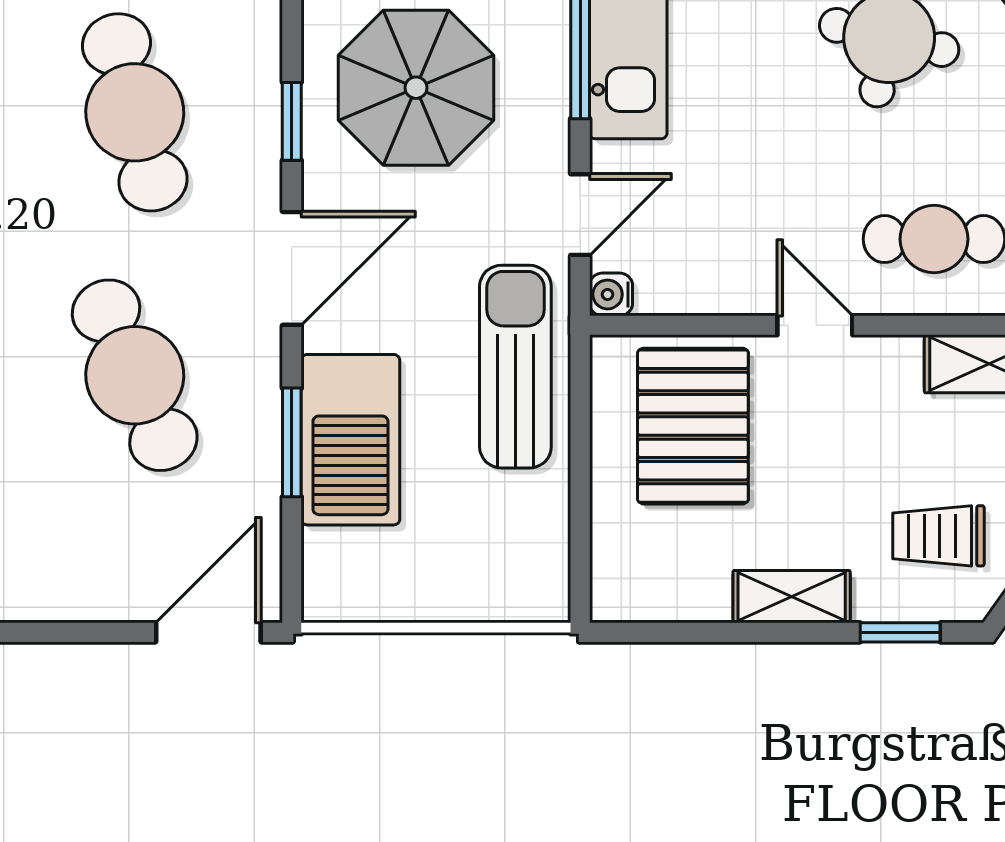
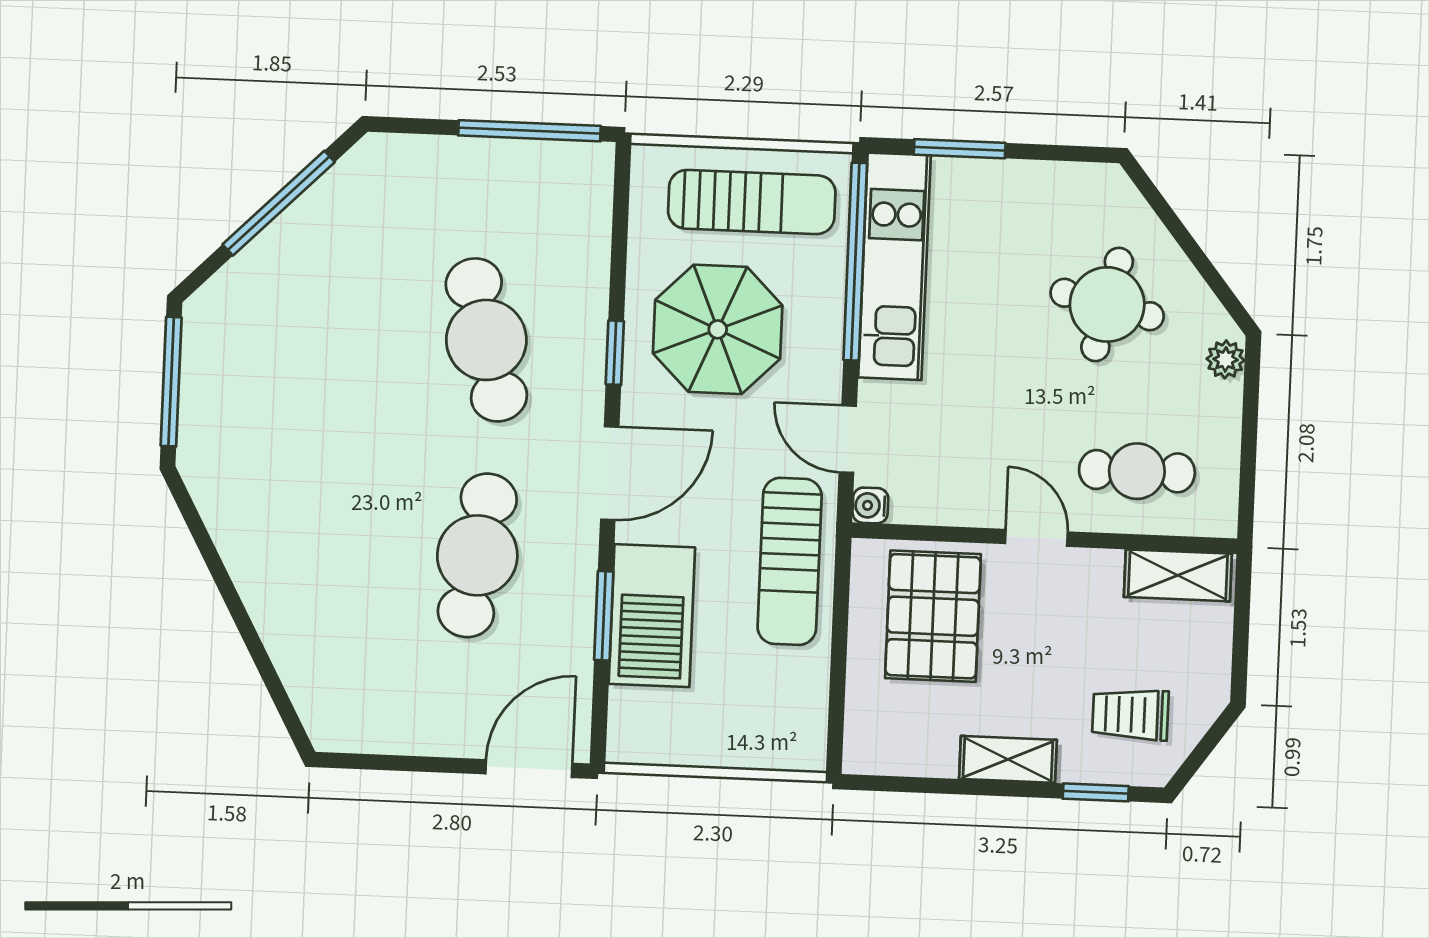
door: (580, 215) -> (848, 439), swing flipped
sun lounger: (515, 367) -> (790, 561), turned 180
cafe table: (135, 375) -> (477, 555), turned 33

